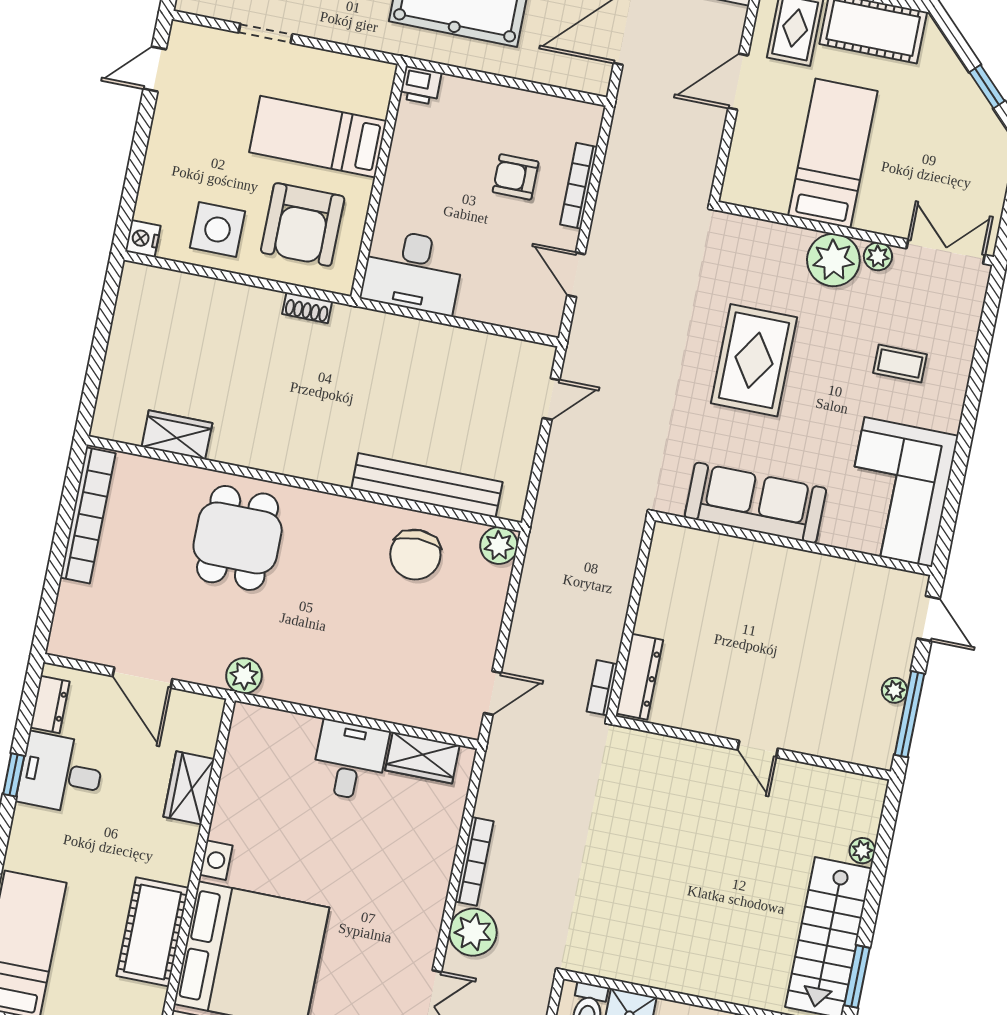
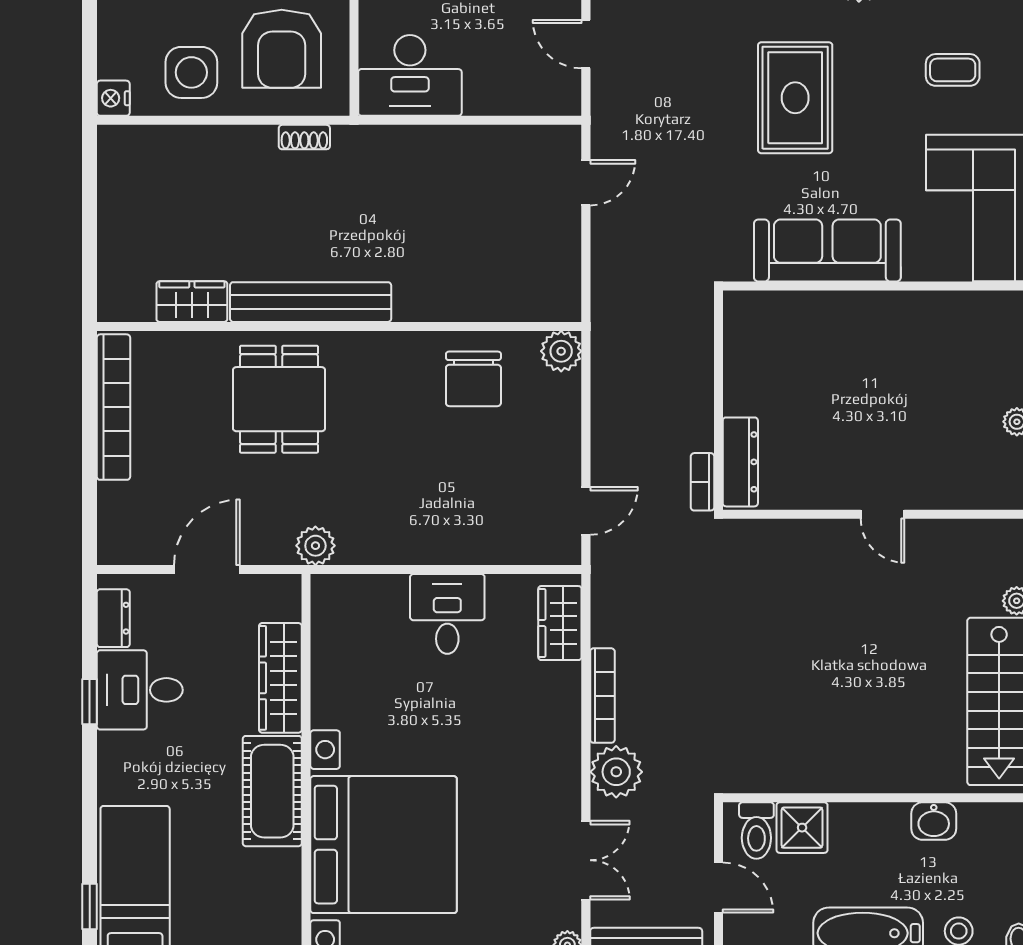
bench: (427, 485) -> (311, 302), moved
door: (142, 678) -> (207, 569), swing flipped
wardrobe: (422, 758) -> (560, 623), moved, turned 90
wardrobe: (189, 788) -> (280, 678), width x1.50
cot: (153, 932) -> (272, 791), moved

